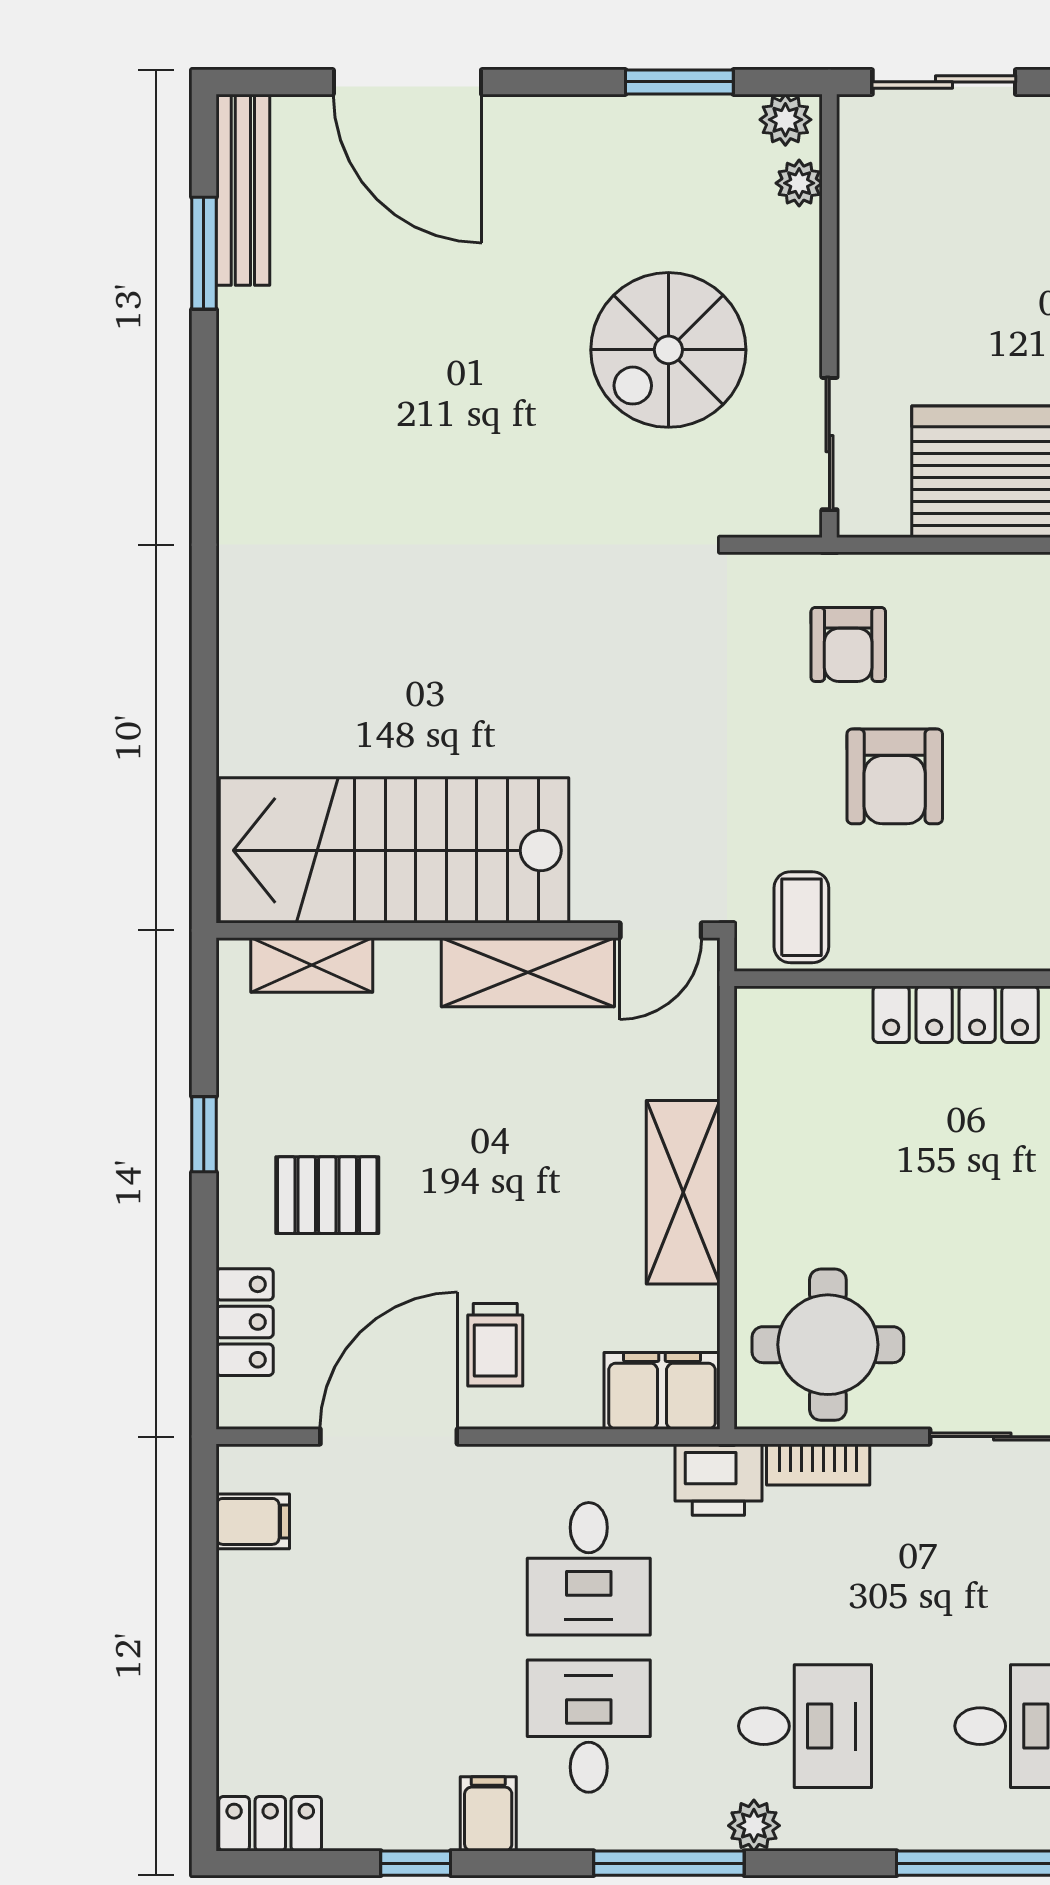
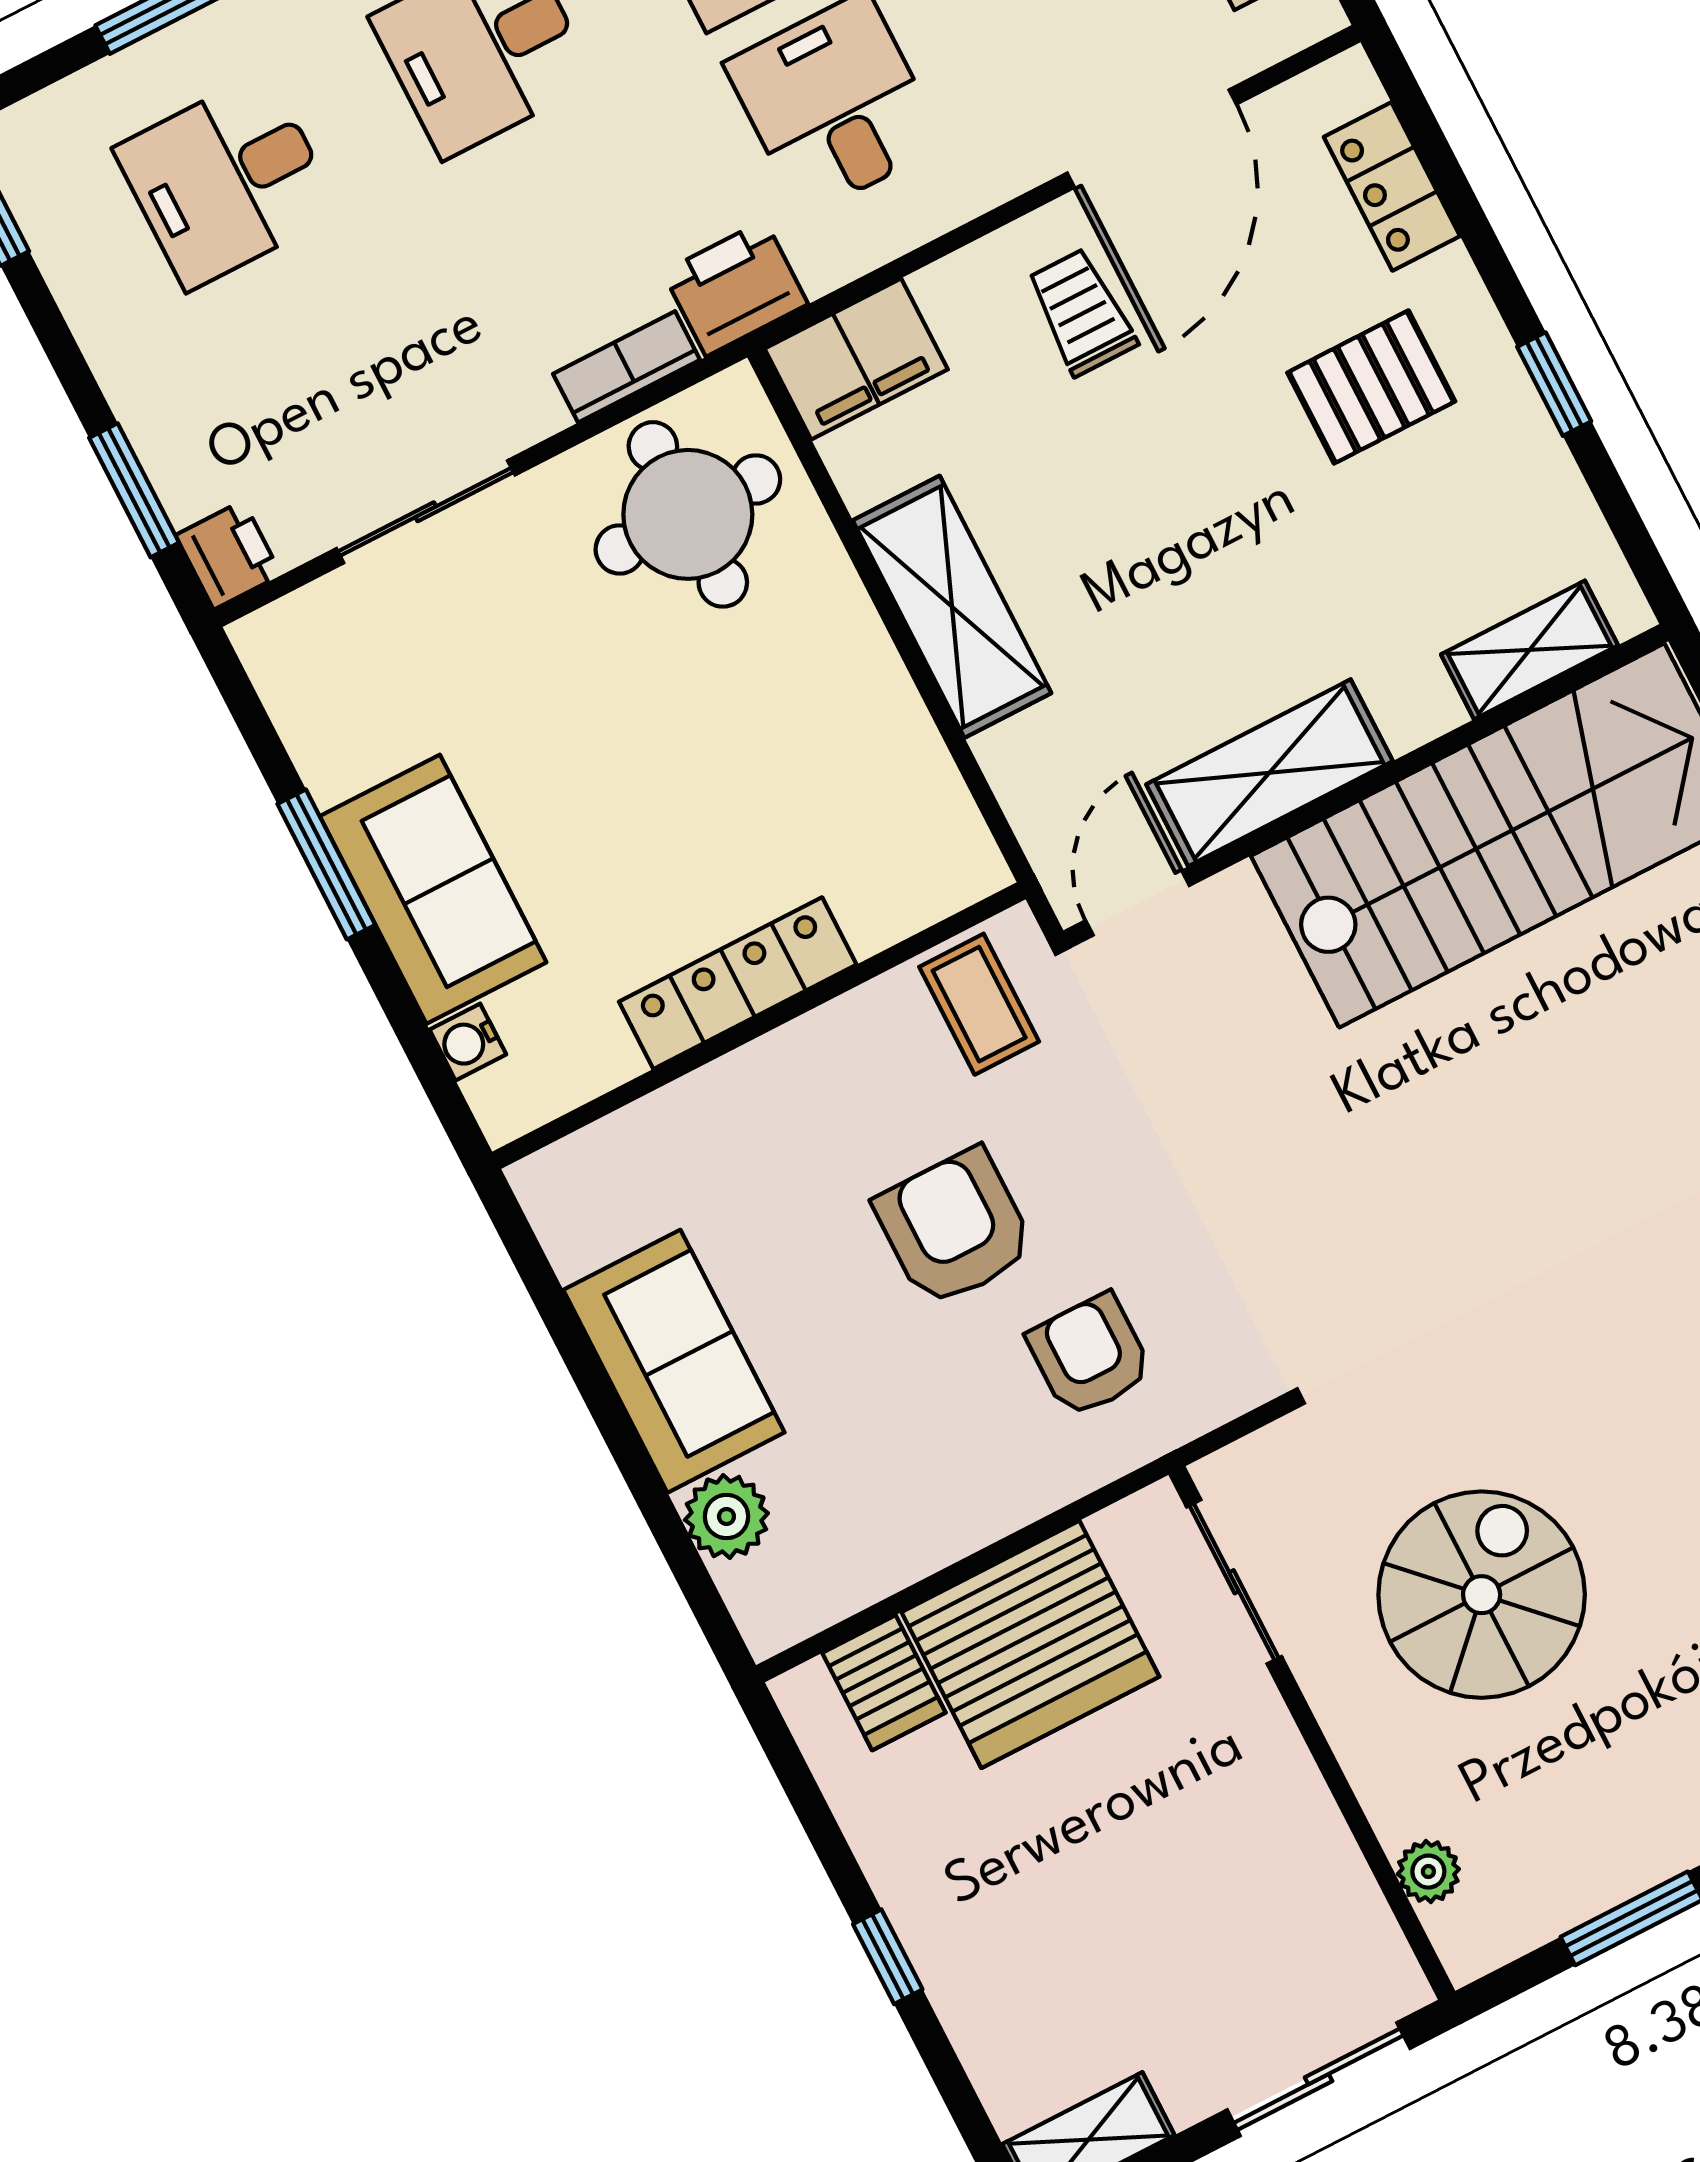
plant: (785, 120) -> (1483, 1938), removed

